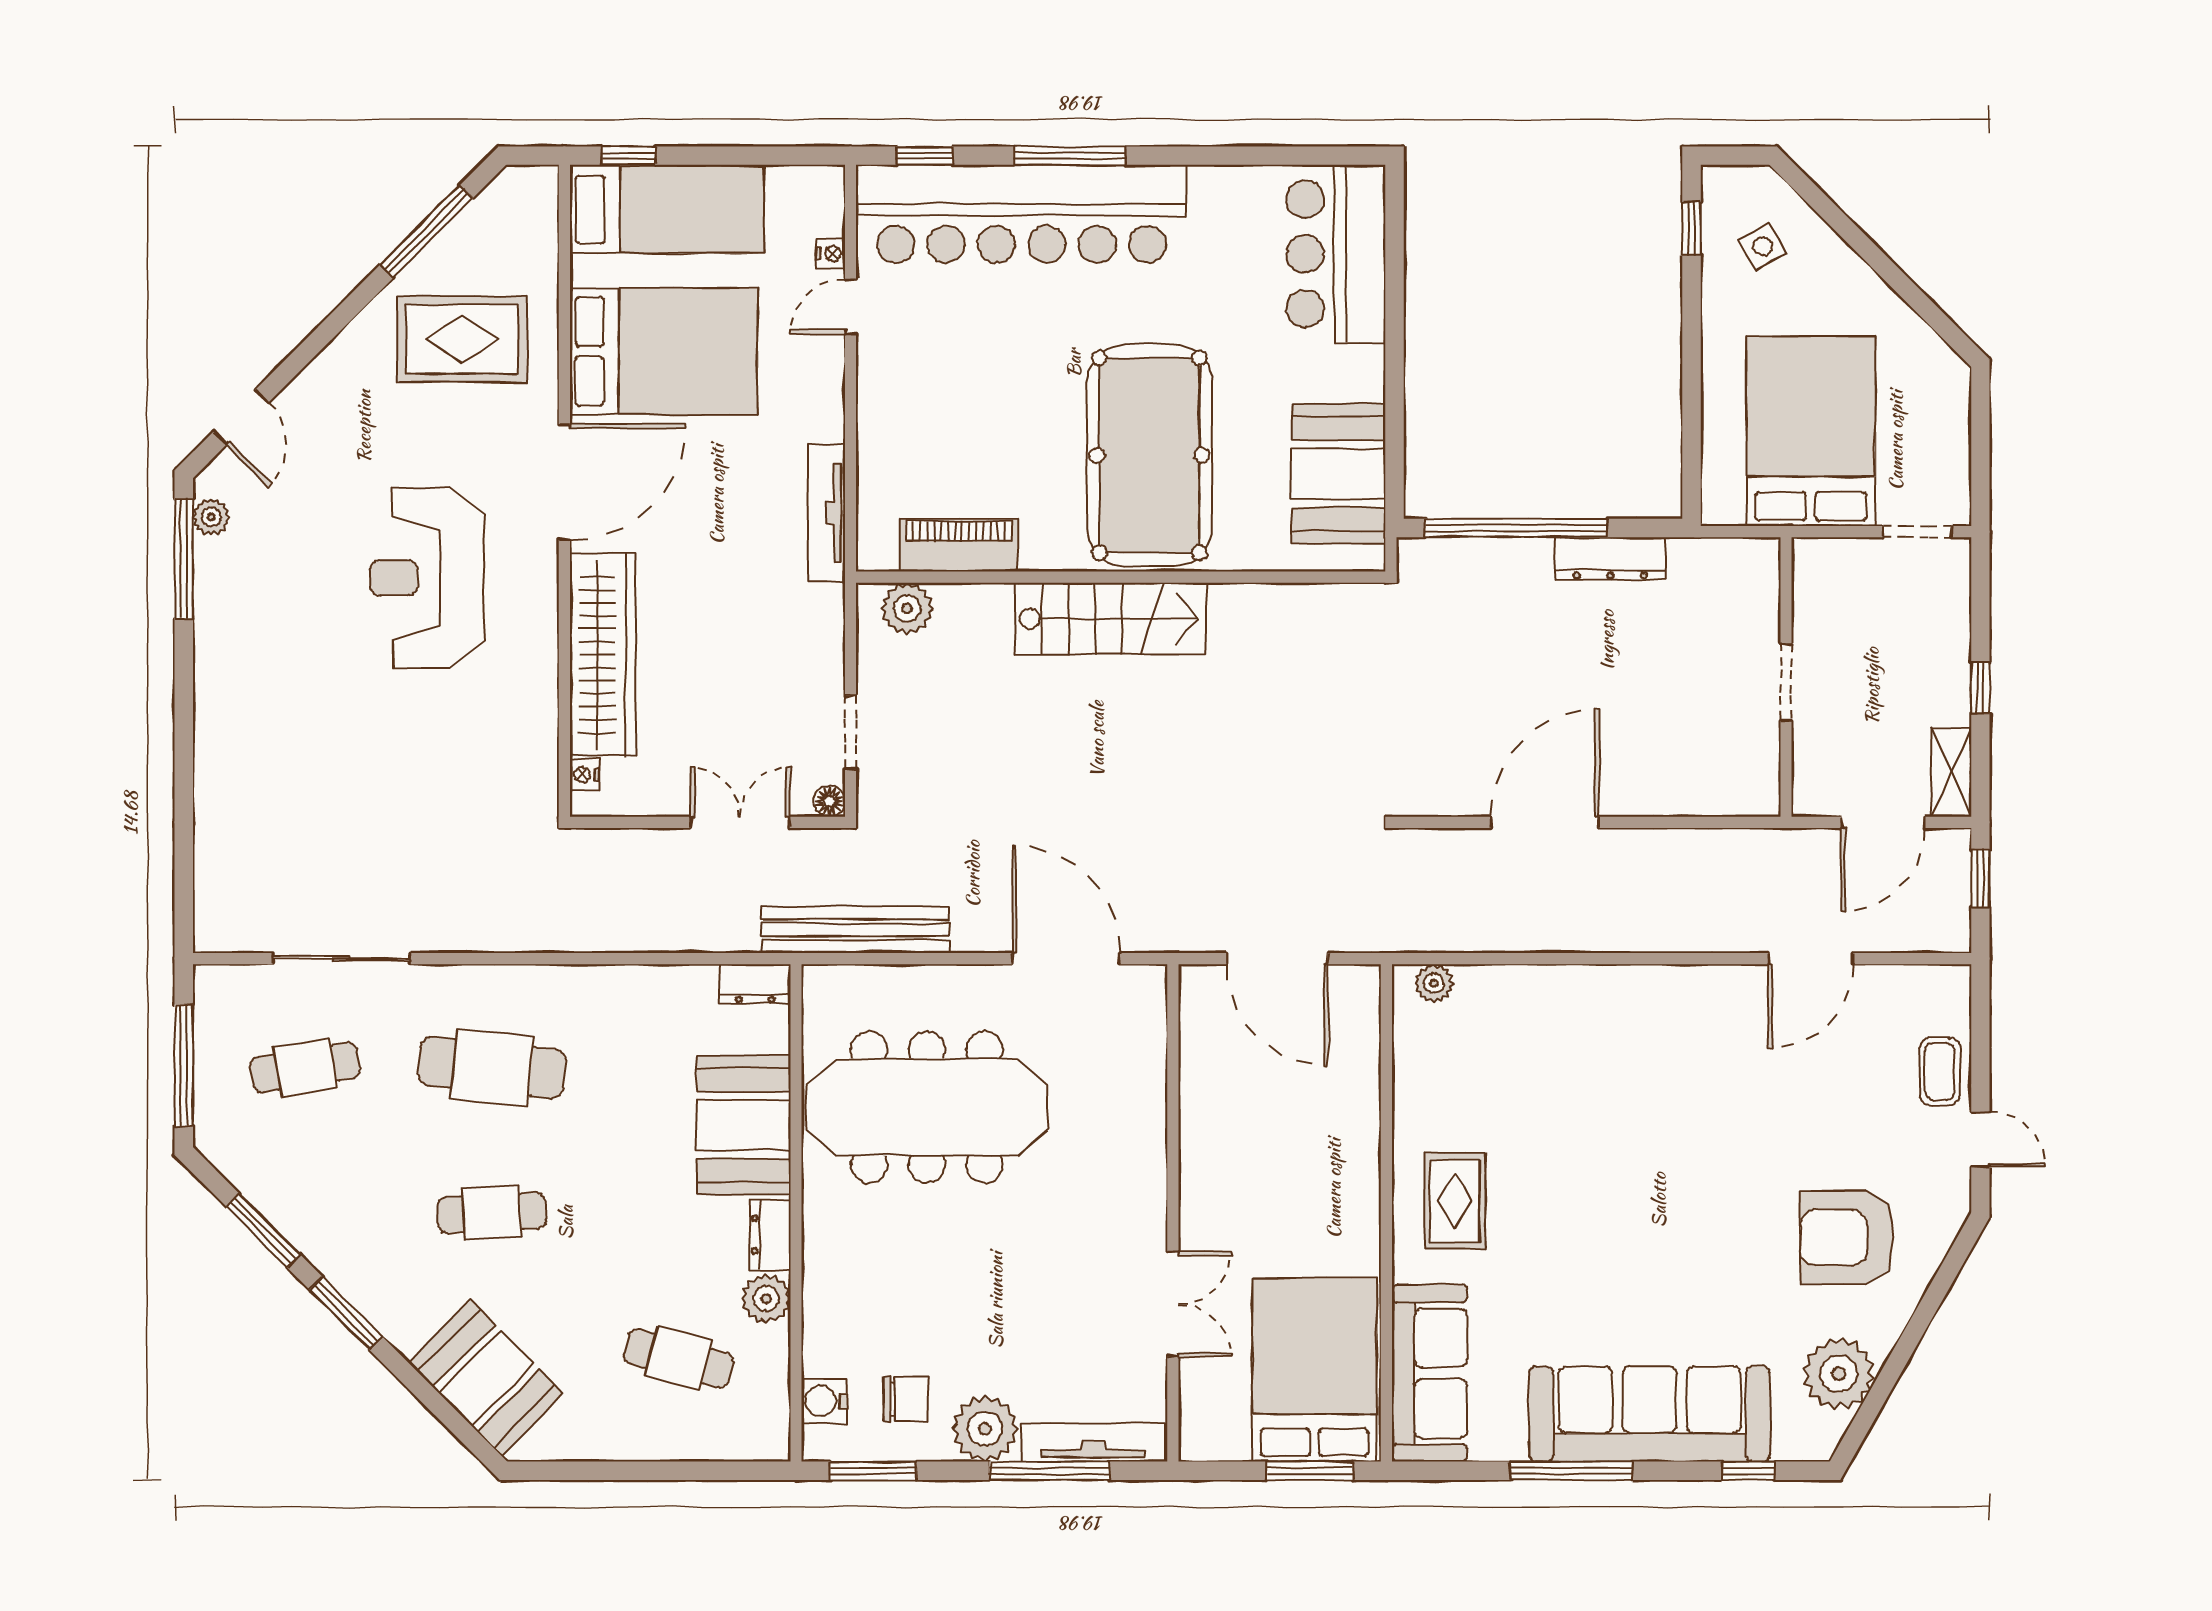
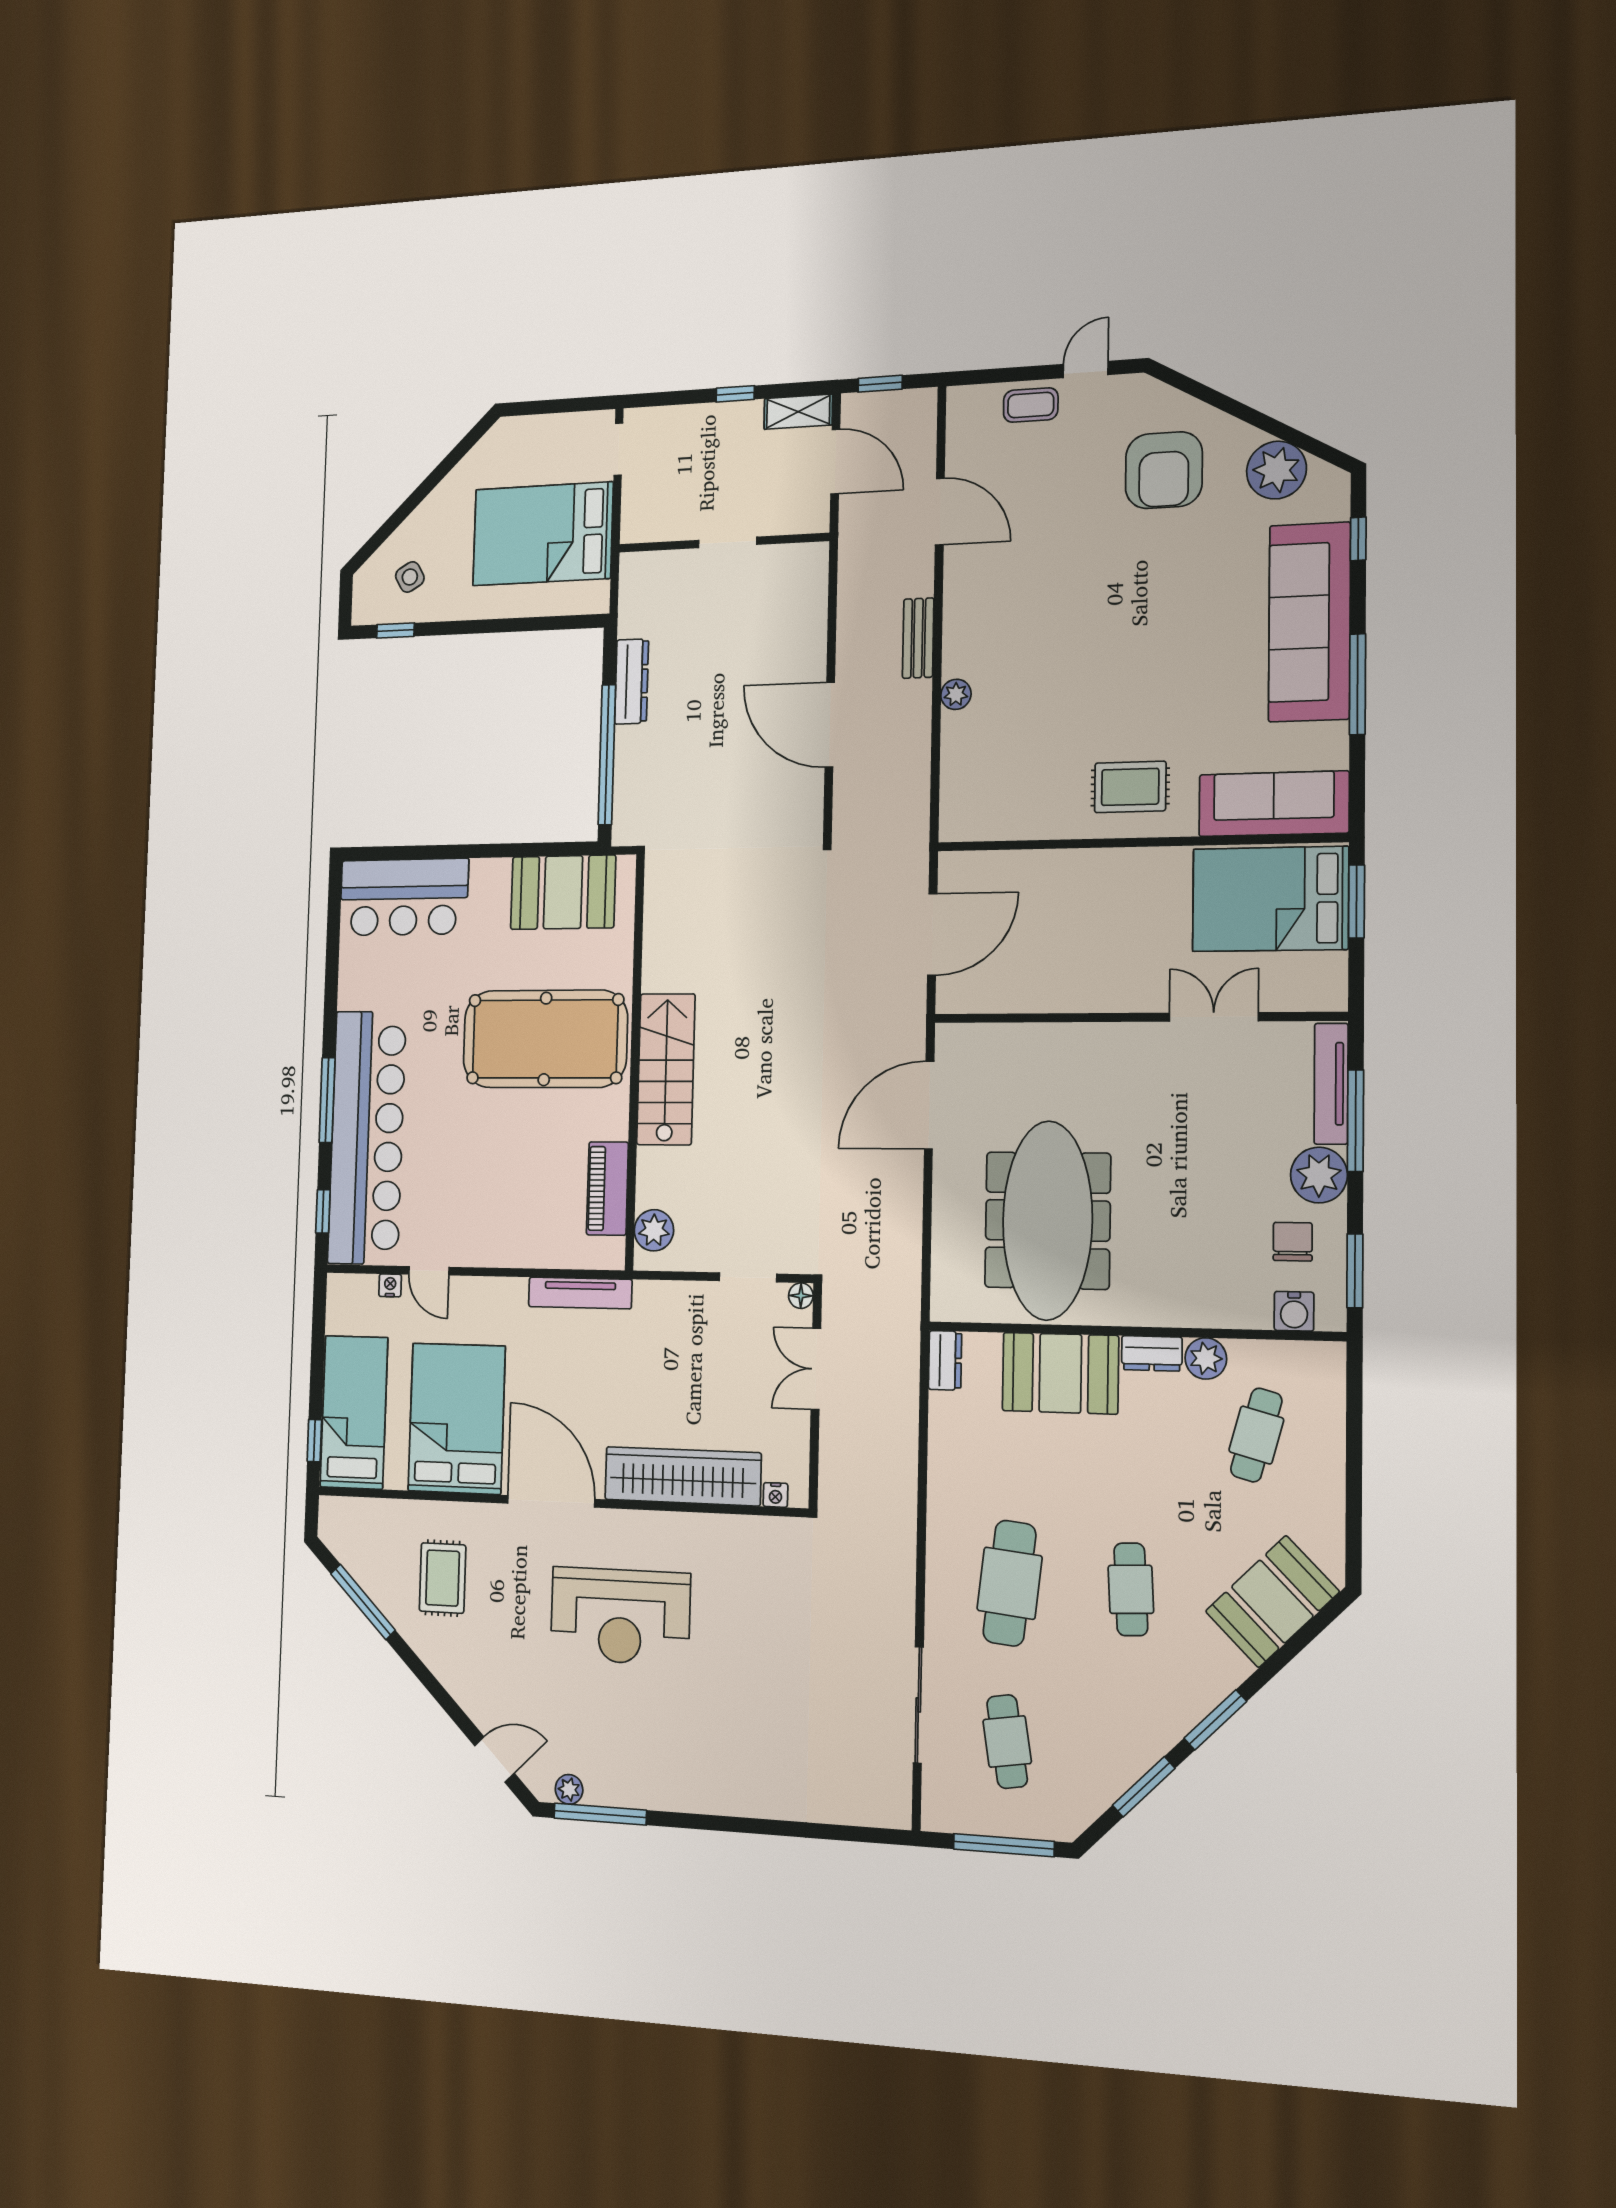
rug: (462, 339) -> (443, 1578), width x0.73, depth x0.70
bench: (855, 930) -> (918, 638), moved, width x0.54, depth x0.82
plant: (1434, 983) -> (956, 694), moved

